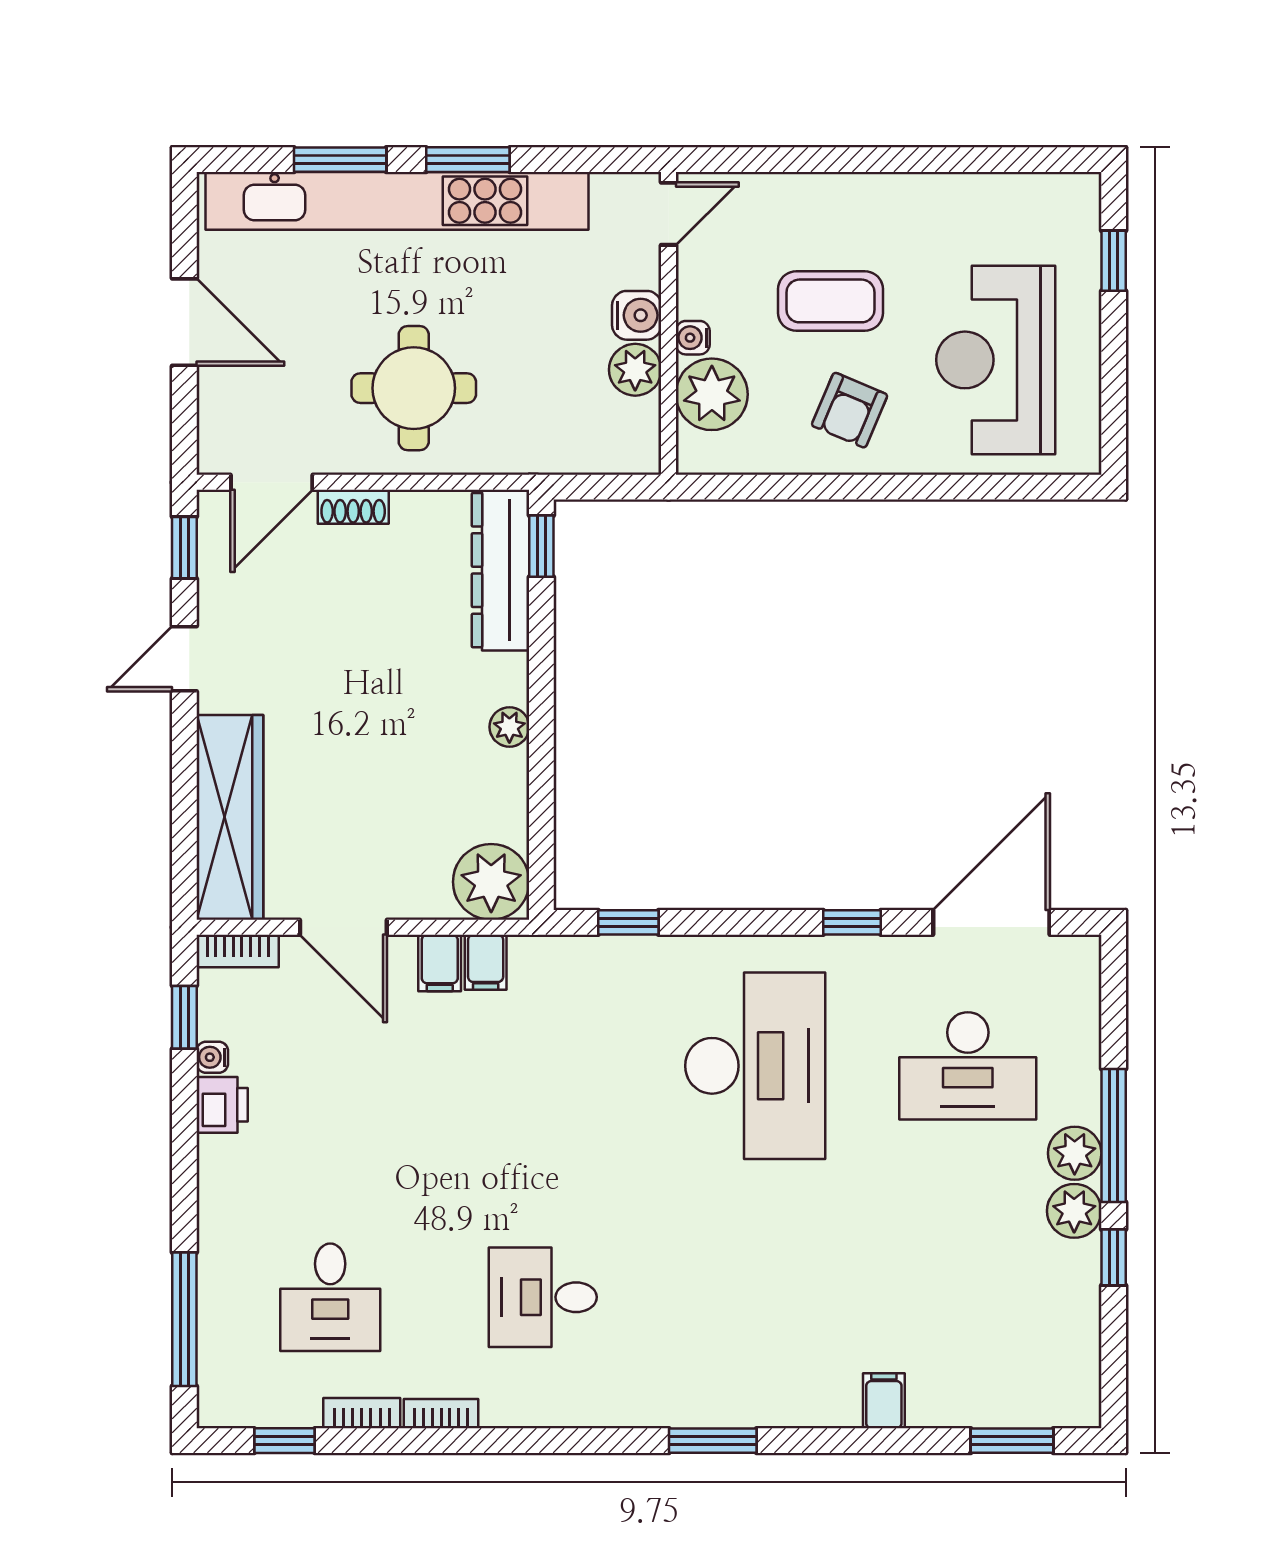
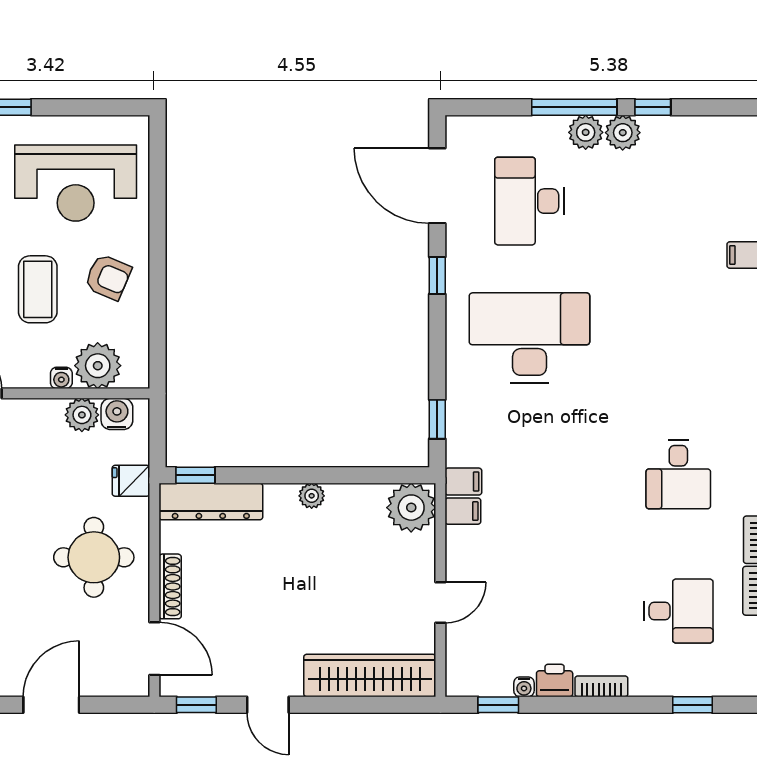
water cooler: (637, 315) -> (117, 414), moved
fridge: (533, 446) -> (131, 481), added
shoe rack: (353, 507) -> (170, 586), width x1.43
door: (343, 927) -> (440, 602), width x0.73
bookcase: (238, 951) -> (601, 686), moved, turned -90
filing cabinet: (440, 963) -> (463, 482), moved
desk: (968, 1066) -> (529, 201), turned 180
window: (184, 1319) -> (692, 705), width x0.46

